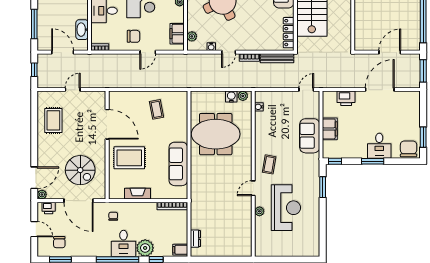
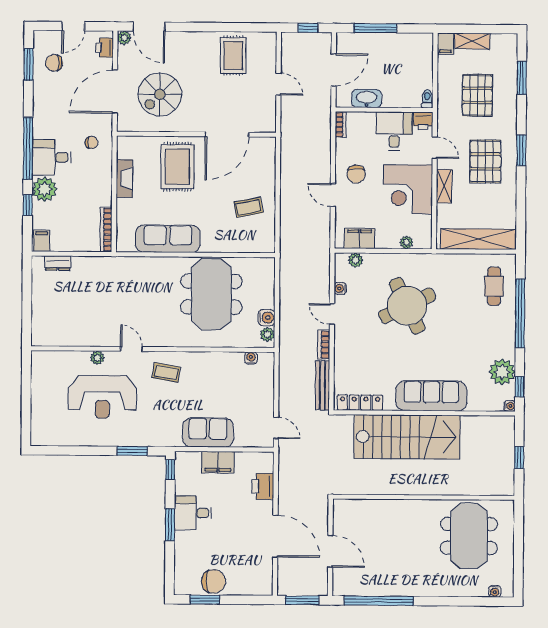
rug: (53, 120) -> (233, 55), turned 90
desk: (379, 146) -> (193, 513), moved
chair: (409, 149) -> (214, 581), moved

